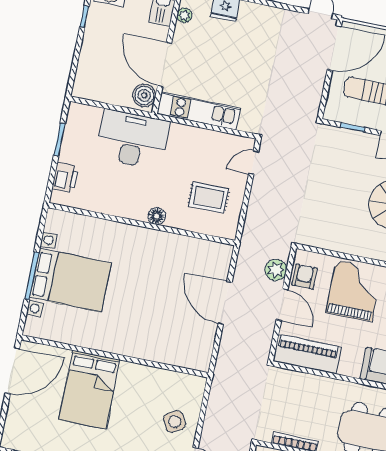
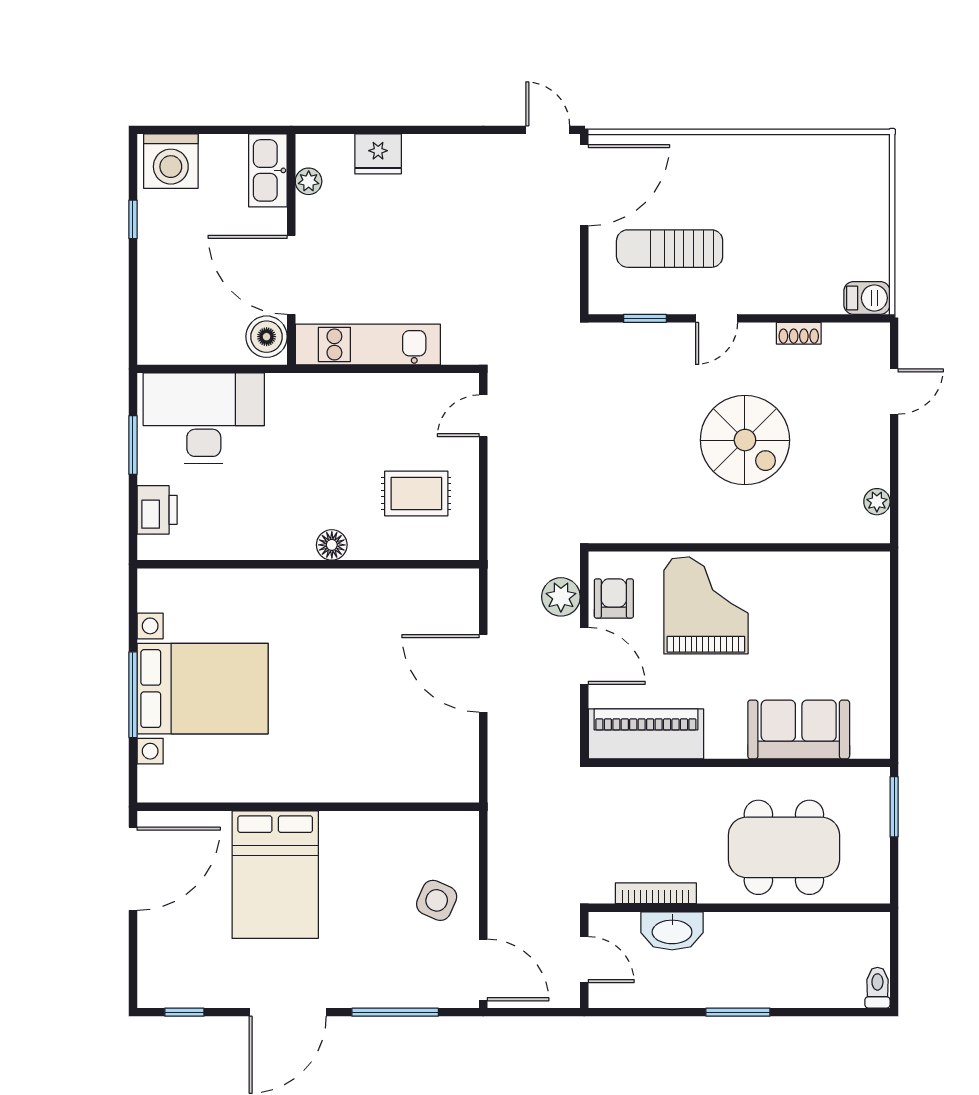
desk: (133, 139) -> (204, 418), moved
side table: (174, 422) -> (437, 900), turned -37

